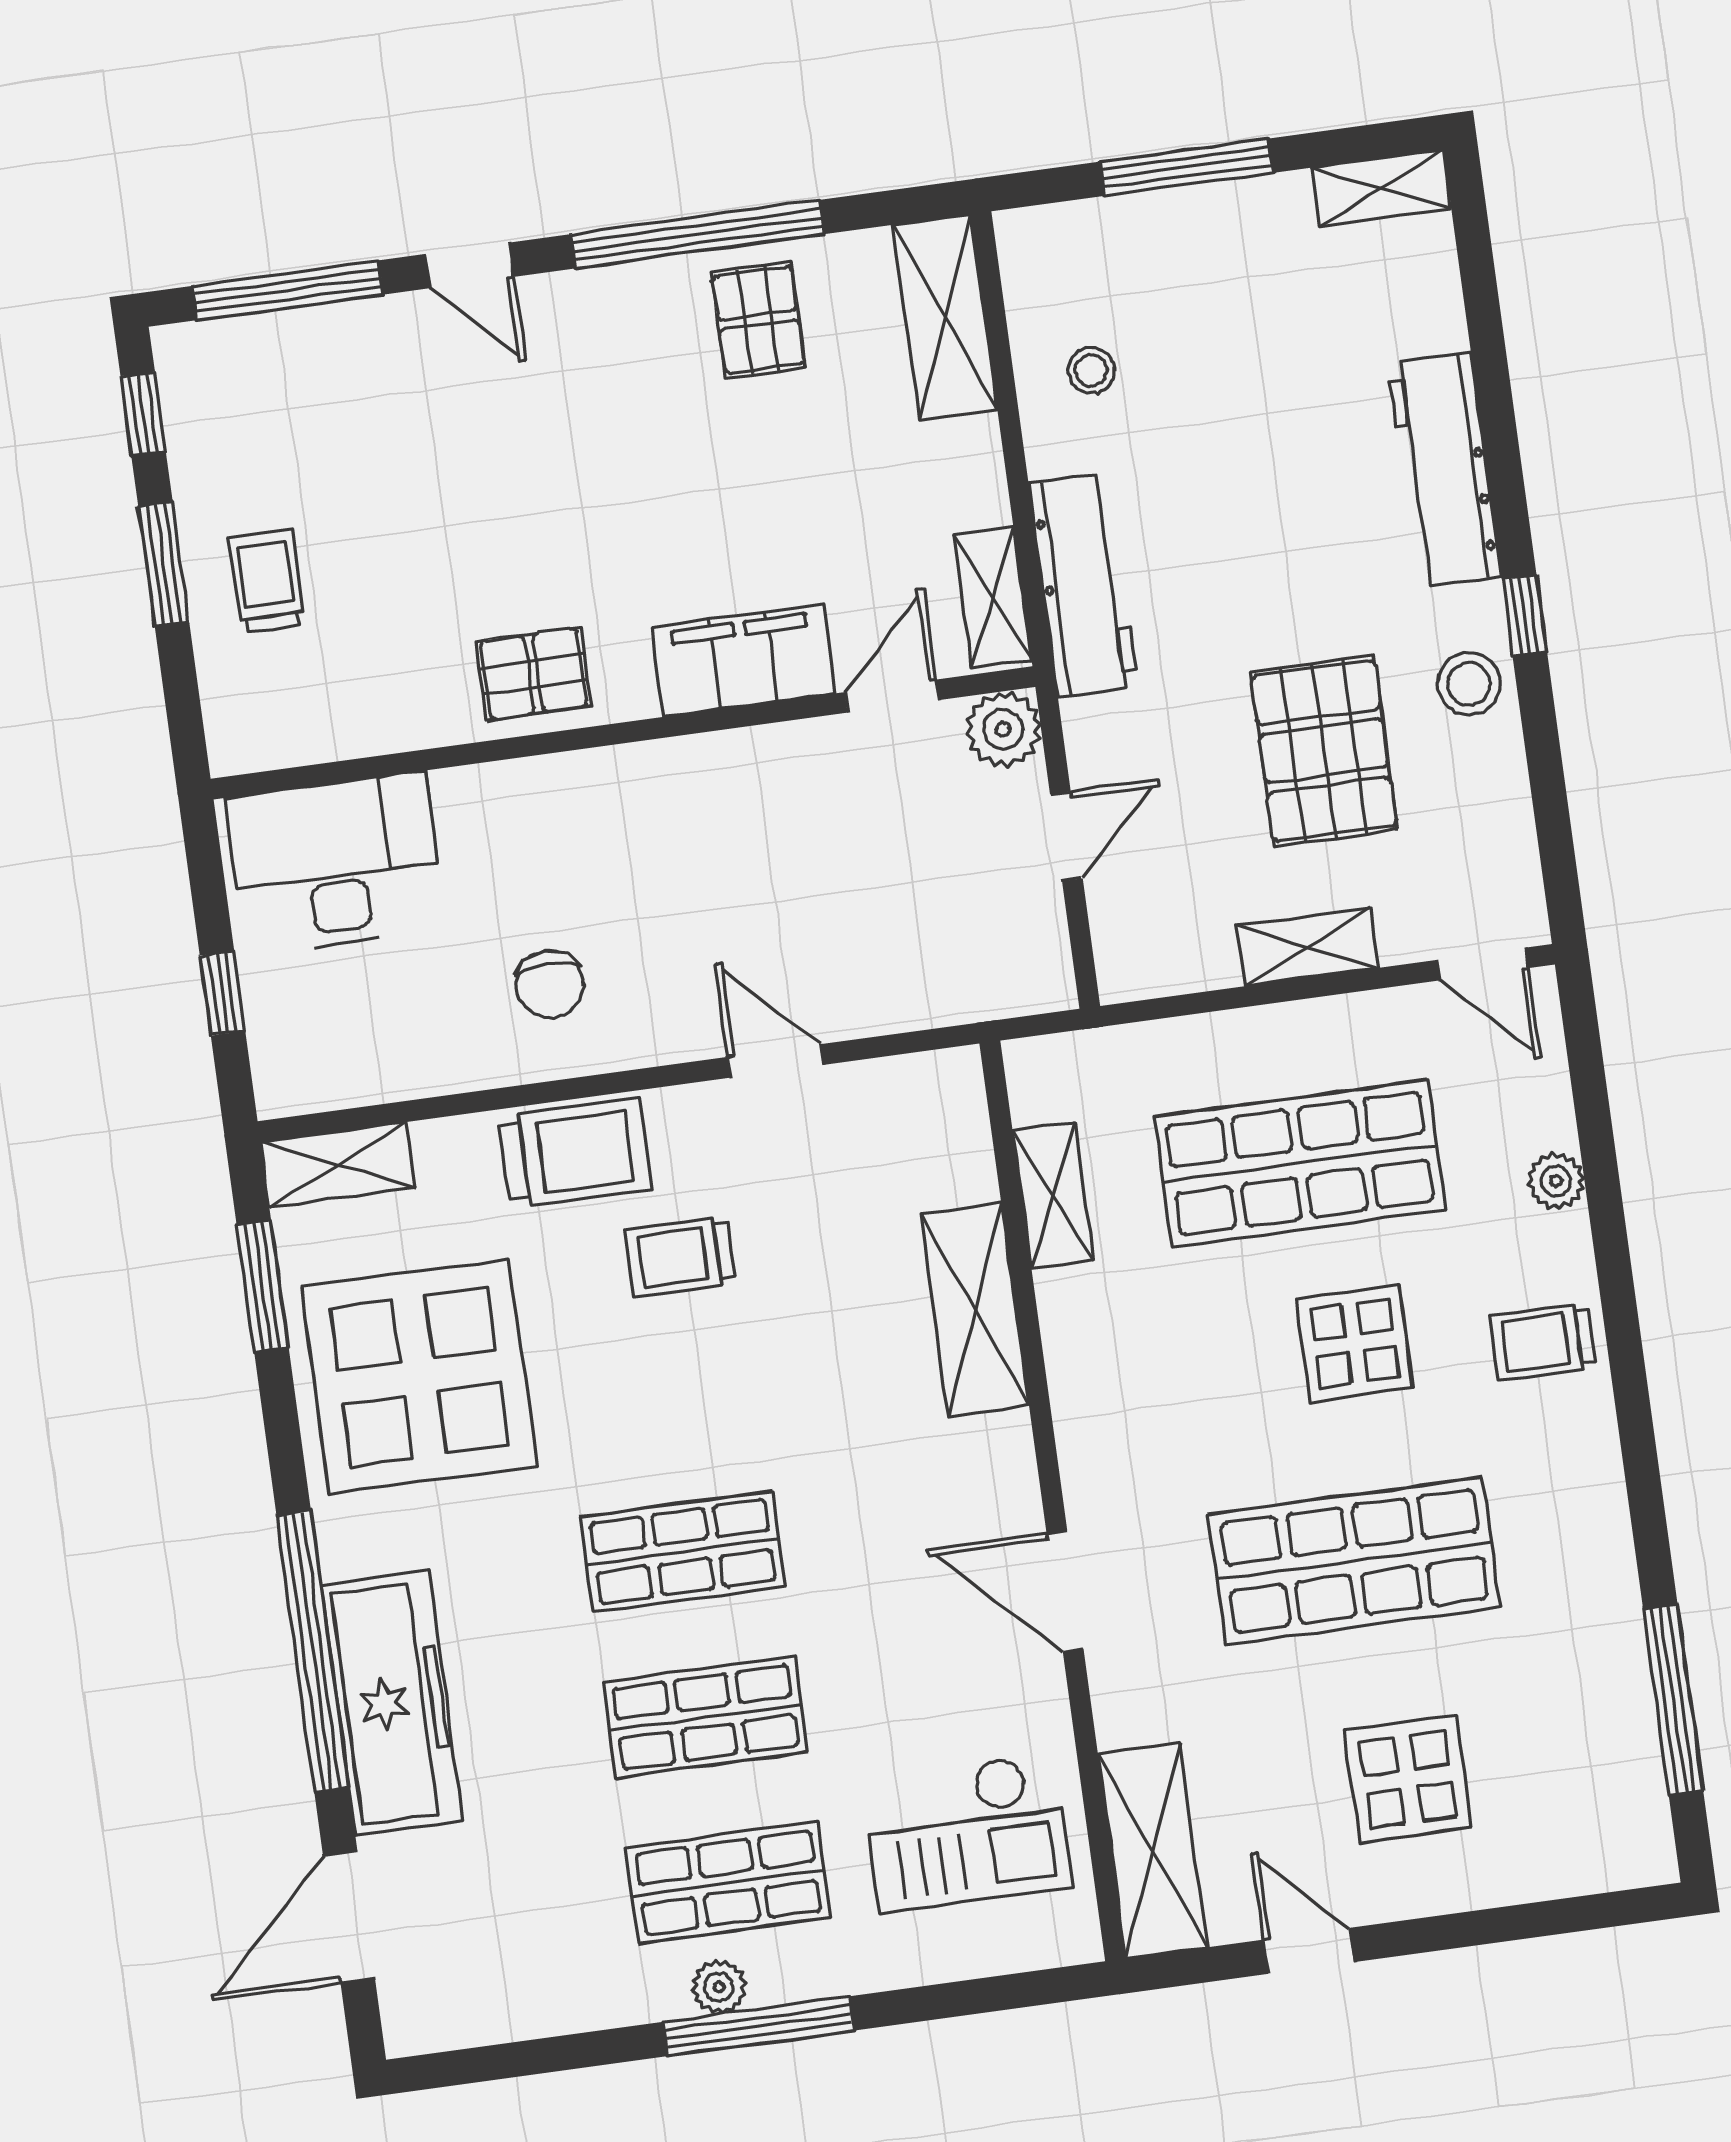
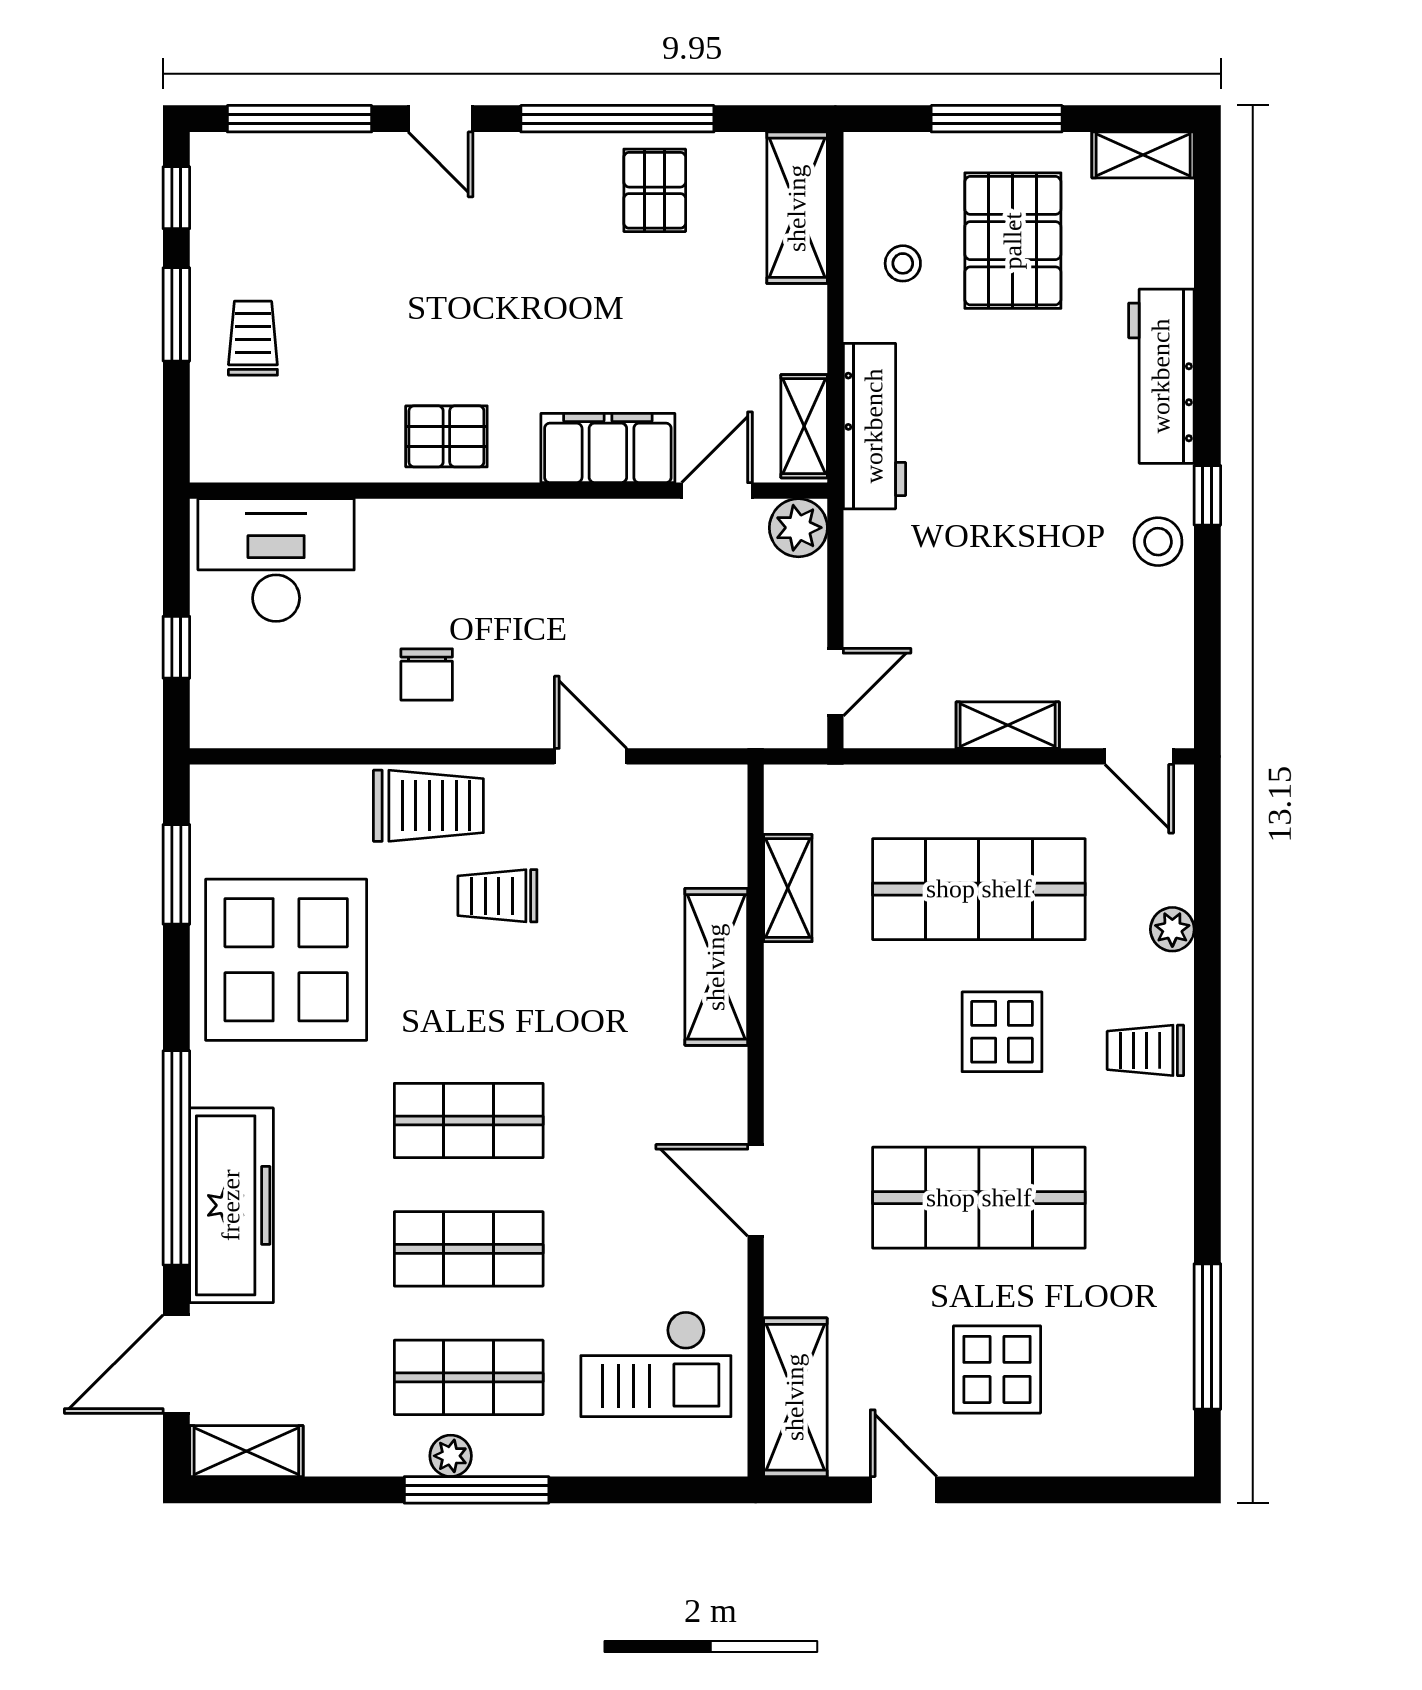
pallet: (1324, 751) -> (1013, 241), moved
door: (1066, 836) -> (835, 682), moved
shelving: (338, 1165) -> (246, 1451), moved

